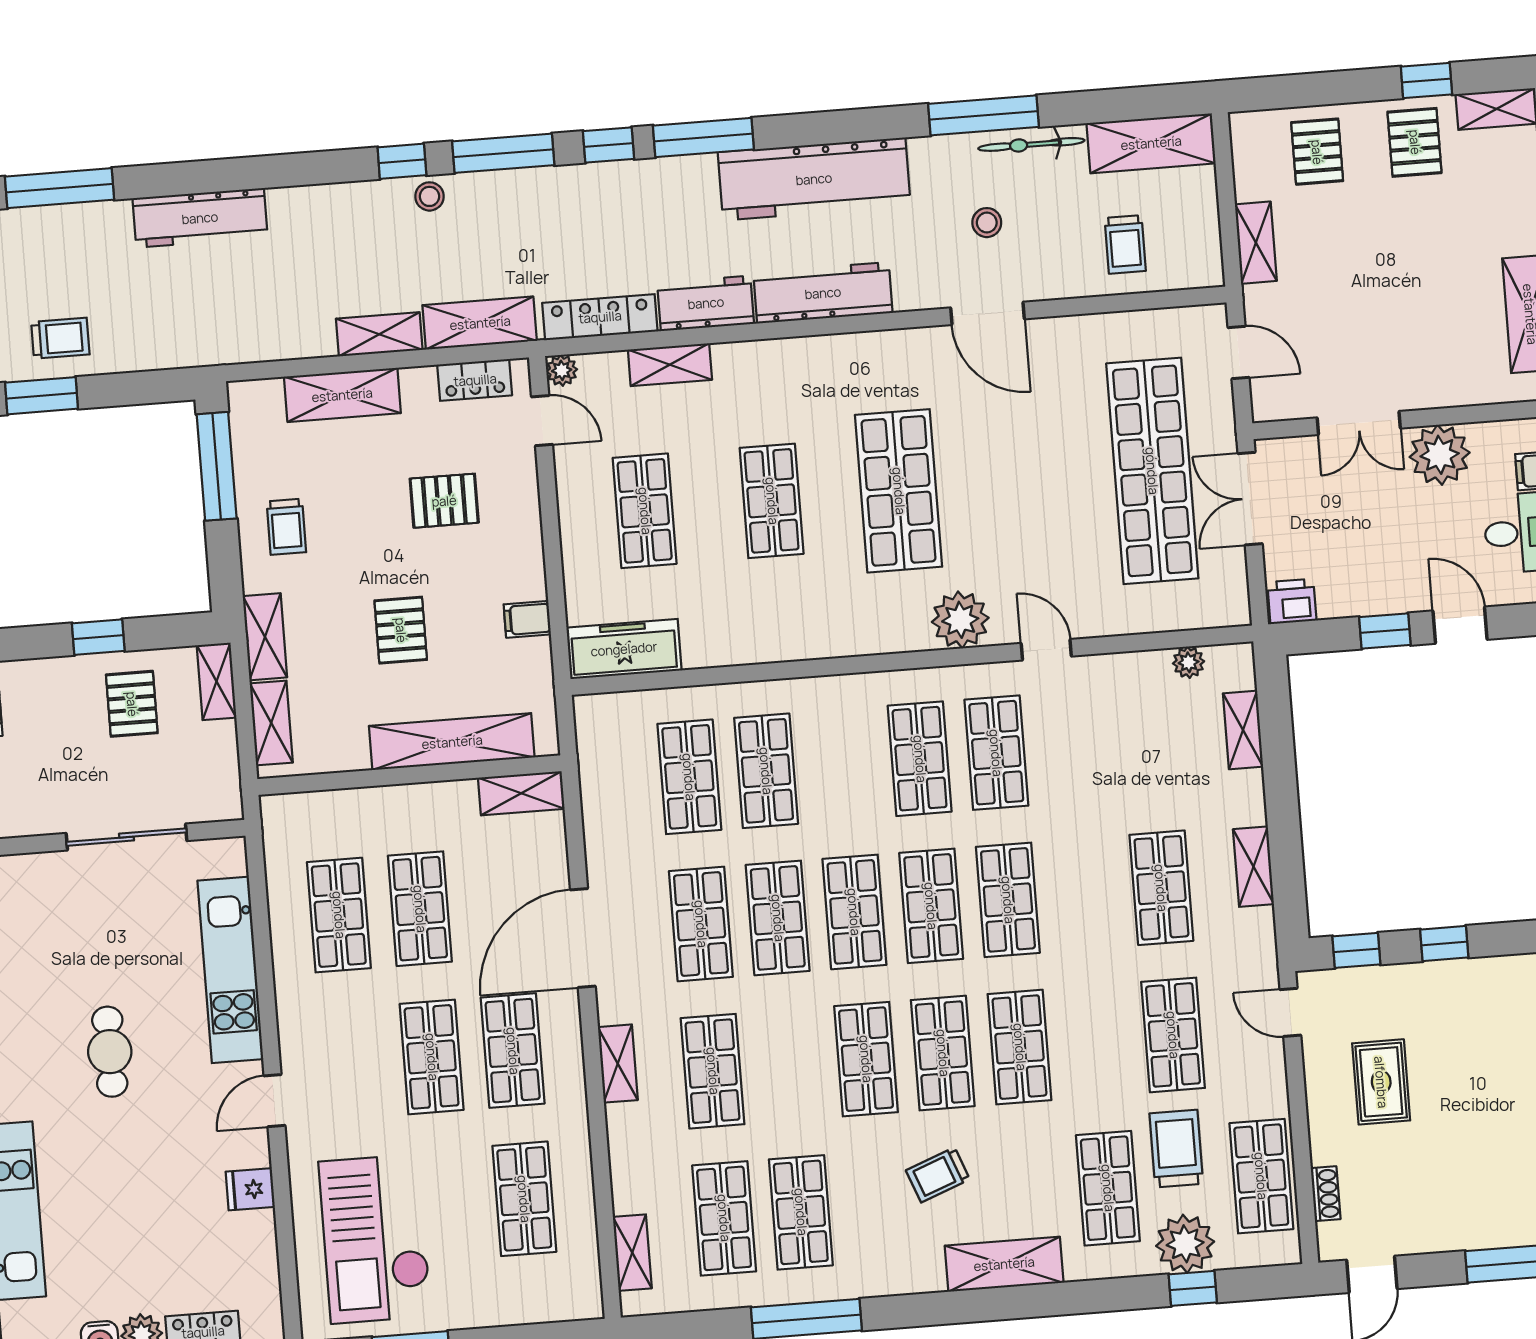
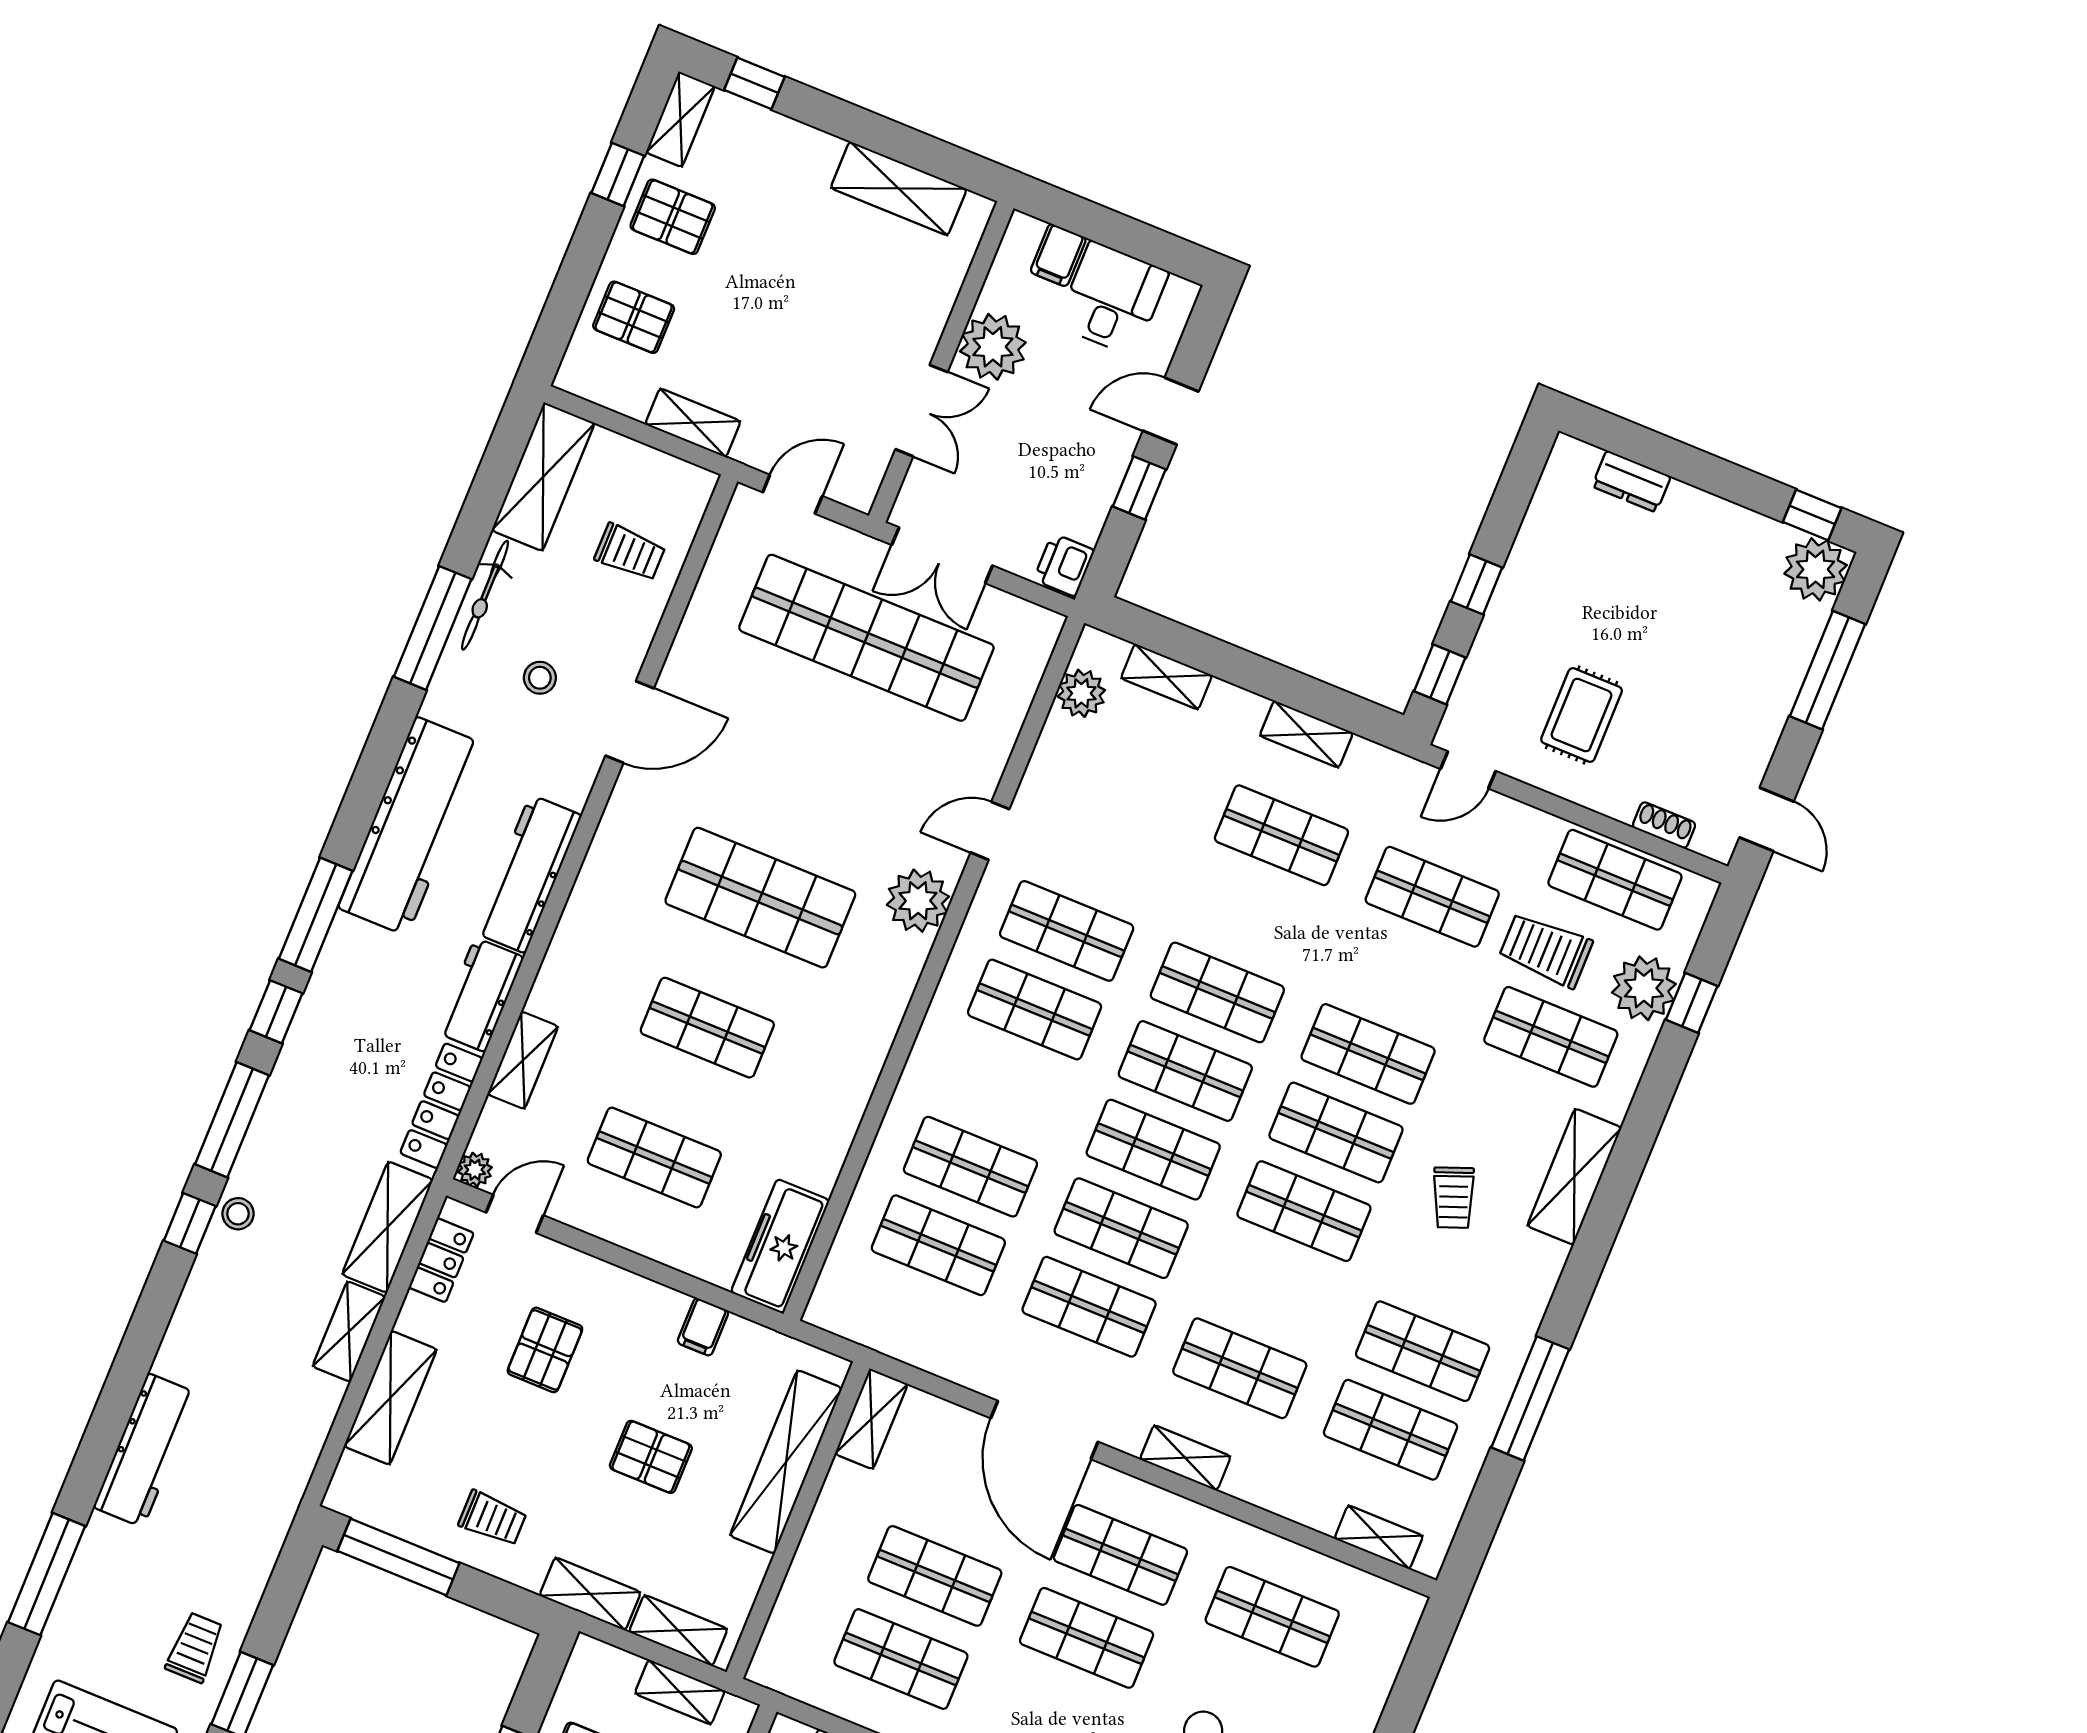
plant: (1189, 662) -> (1081, 693), width x1.38, depth x1.38
shelving: (217, 681) -> (680, 1692), moved
rug: (1381, 1082) -> (1582, 715), turned 90

